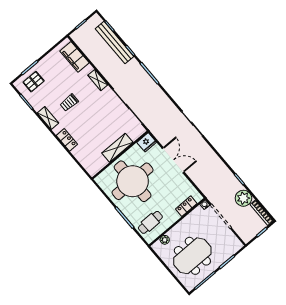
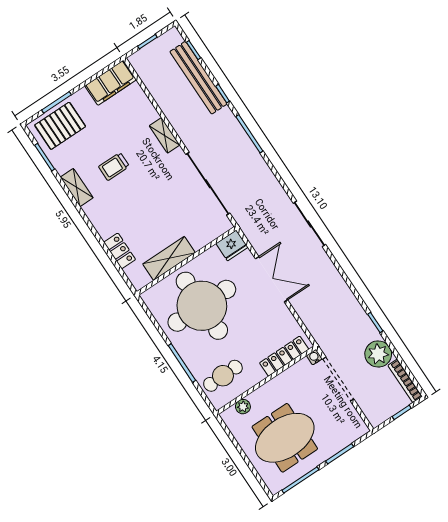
filing cabinet: (74, 57) -> (111, 83), moved, turned -90
pallet: (34, 82) -> (60, 126), width x1.50, depth x1.42
locker: (67, 140) -> (120, 251), moved
shelving: (117, 148) -> (169, 258), moved
locker: (186, 206) -> (284, 356), width x1.53

